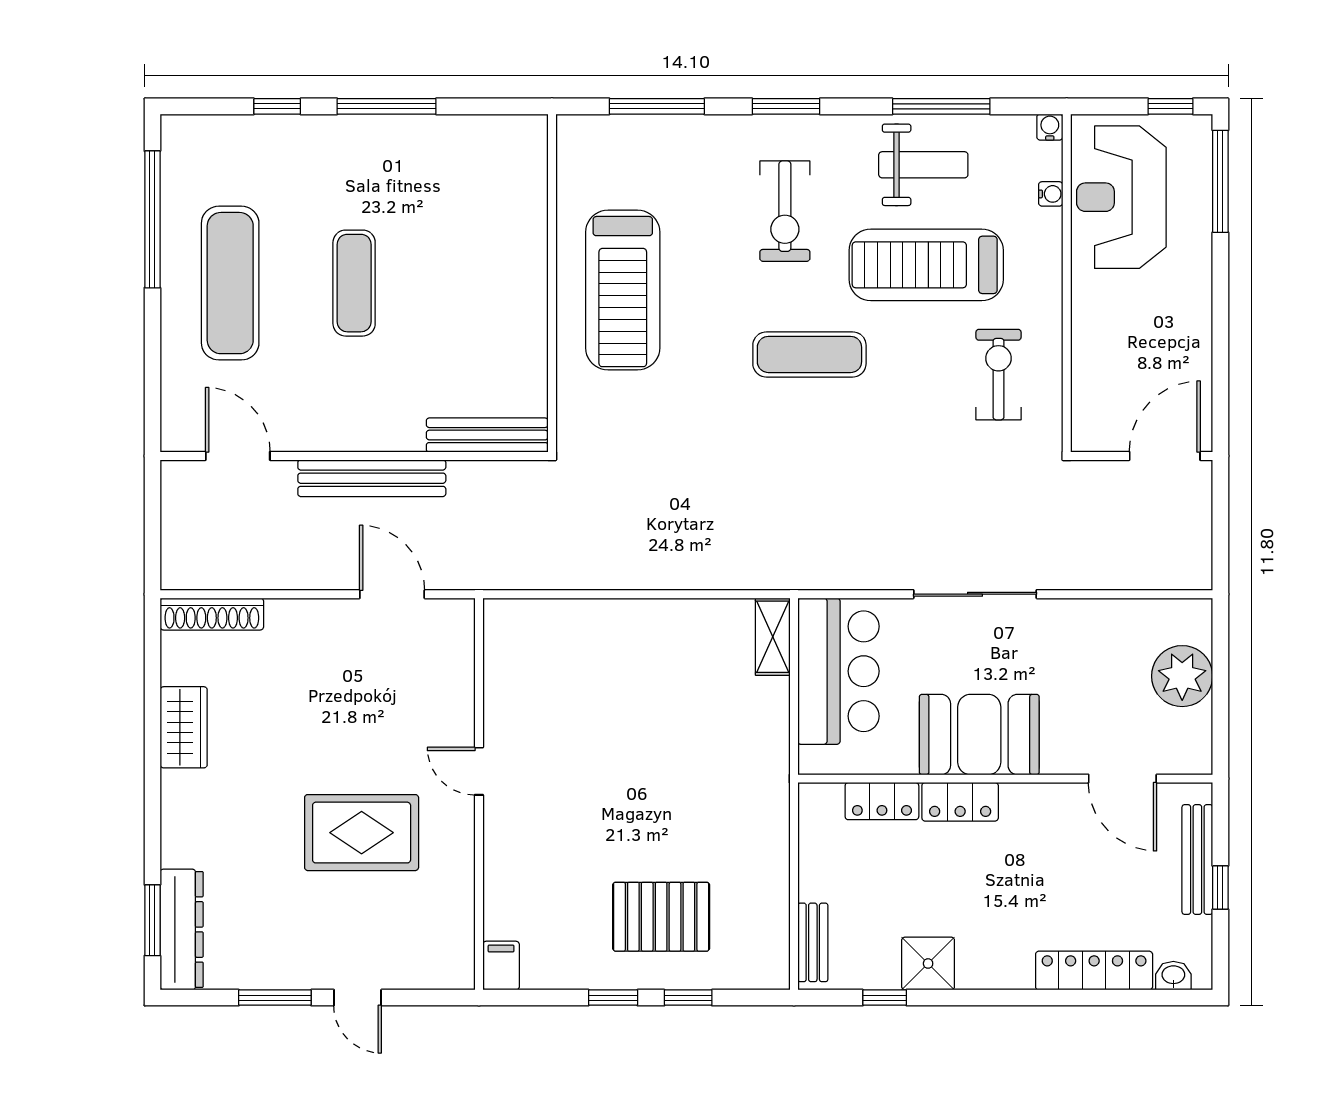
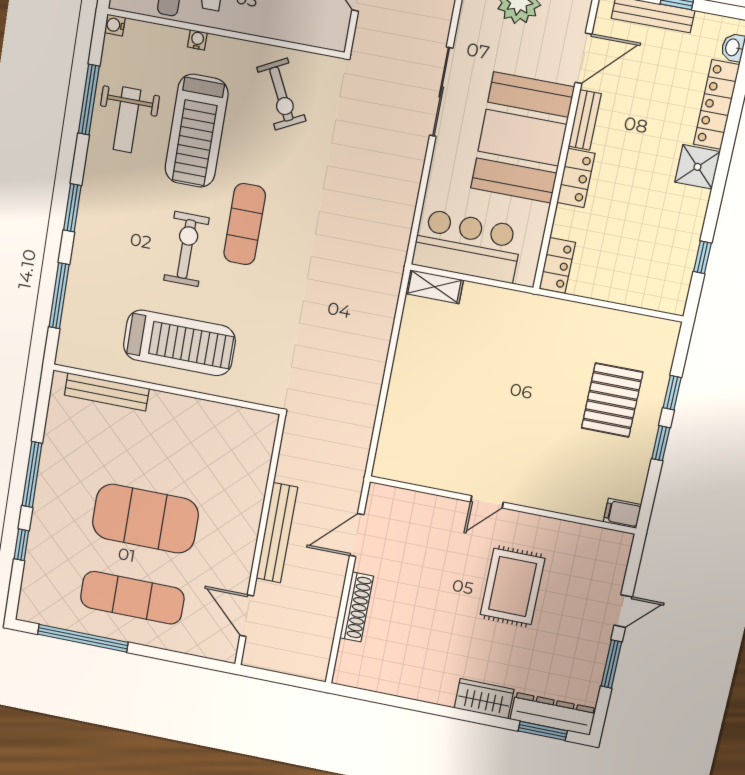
weight bench: (923, 165) -> (127, 120), turned 180
water cooler: (1051, 194) -> (197, 40), moved
exercise bike: (785, 211) -> (186, 249), moved, turned -90
exercise mat: (354, 283) -> (145, 519), width x2.00, depth x1.45
exercise bike: (998, 375) -> (281, 94), turned -117
bench: (487, 435) -> (107, 392), moved, turned 90
door: (238, 456) -> (247, 616), hinge flipped
sliding door: (975, 594) -> (441, 92), moved
shoe rack: (212, 614) -> (357, 607), moved
wardrobe: (184, 727) -> (484, 699), moved
booth: (979, 735) -> (522, 138), width x1.36, depth x1.42
locker: (882, 801) -> (557, 265), moved
bench: (813, 942) -> (585, 120), moved, turned 90
shower: (928, 963) -> (697, 167), moved

